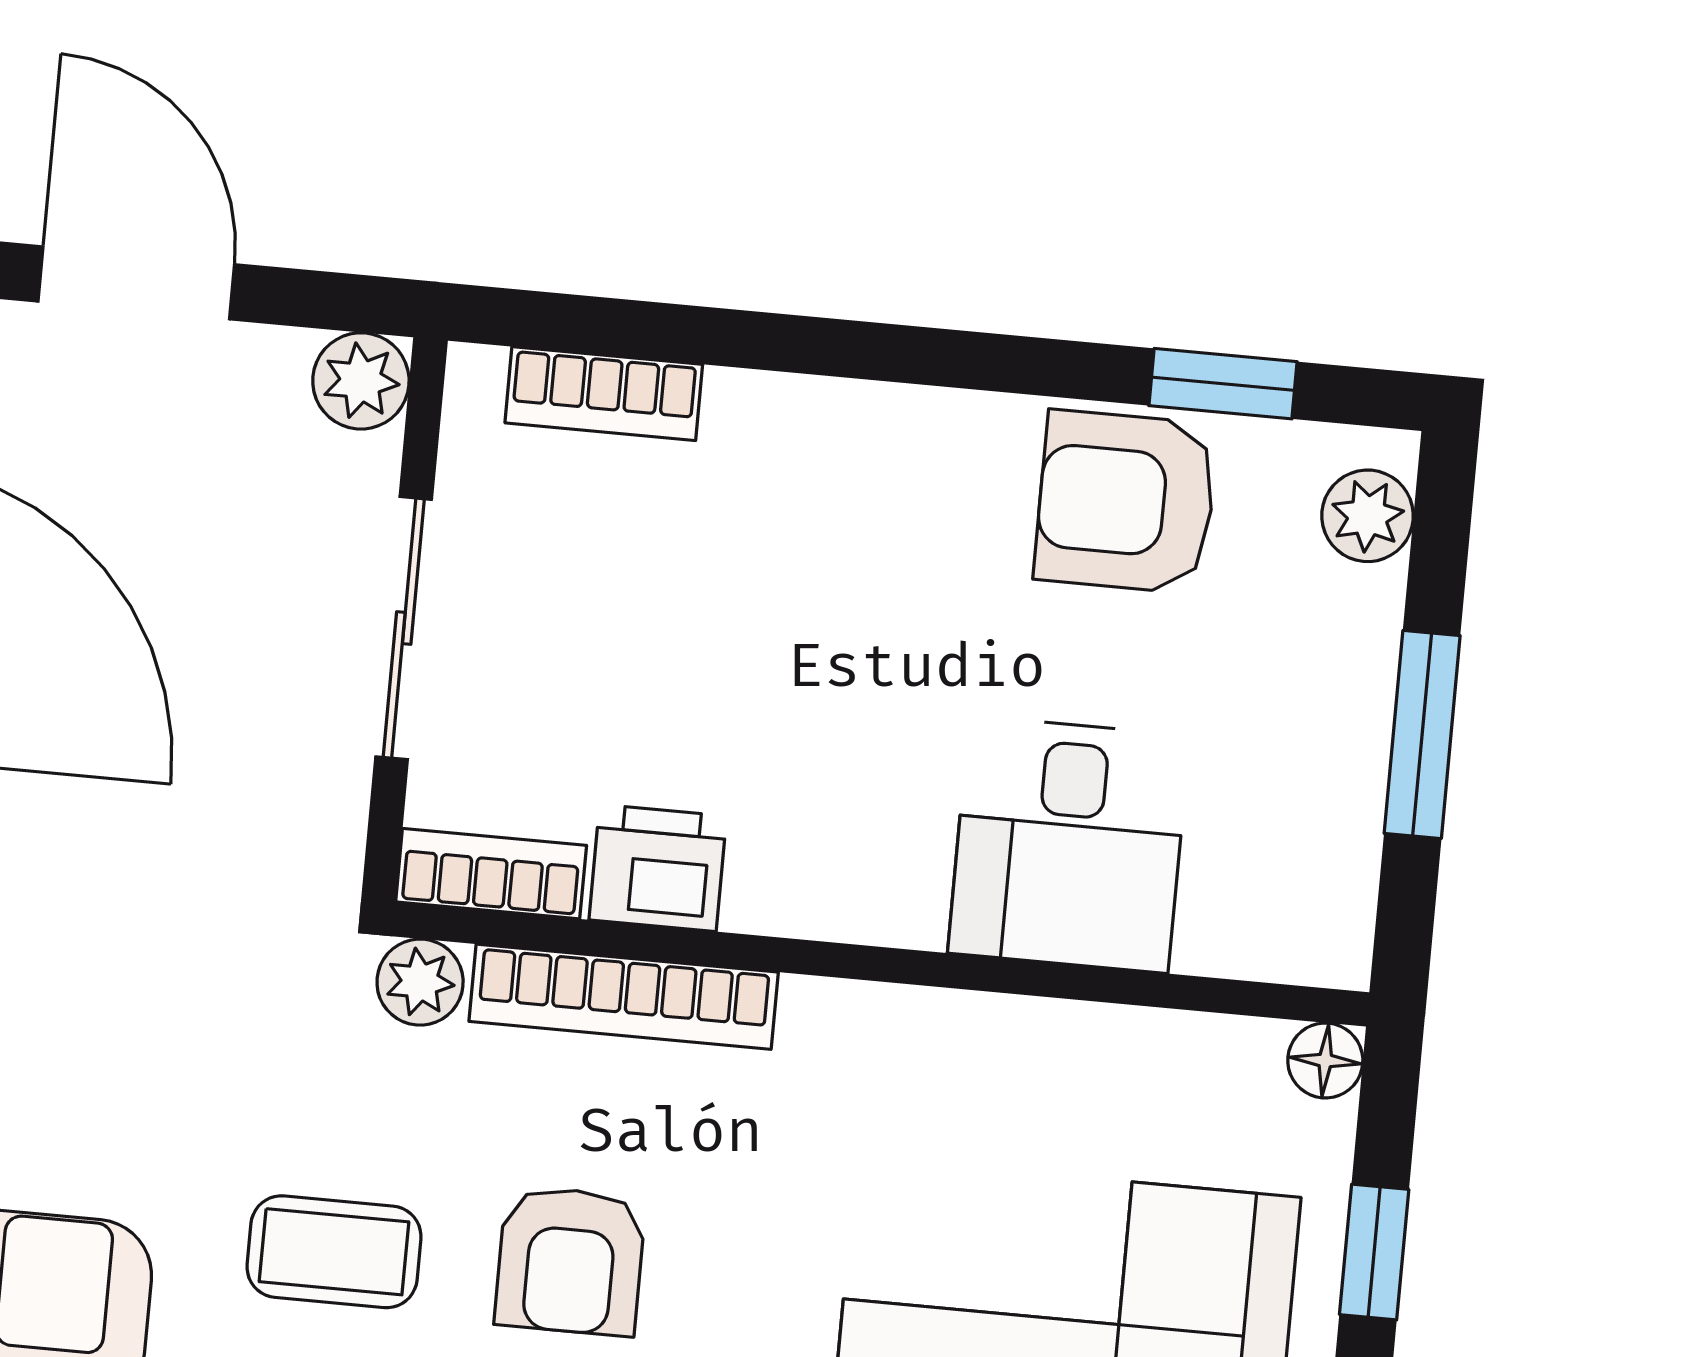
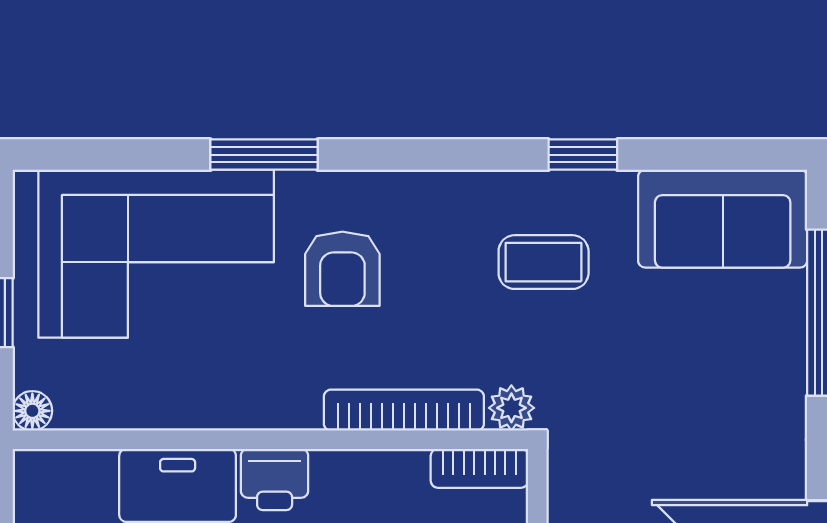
printer: (658, 868) -> (275, 479), moved
armchair: (570, 1261) -> (342, 269), moved, turned 180

